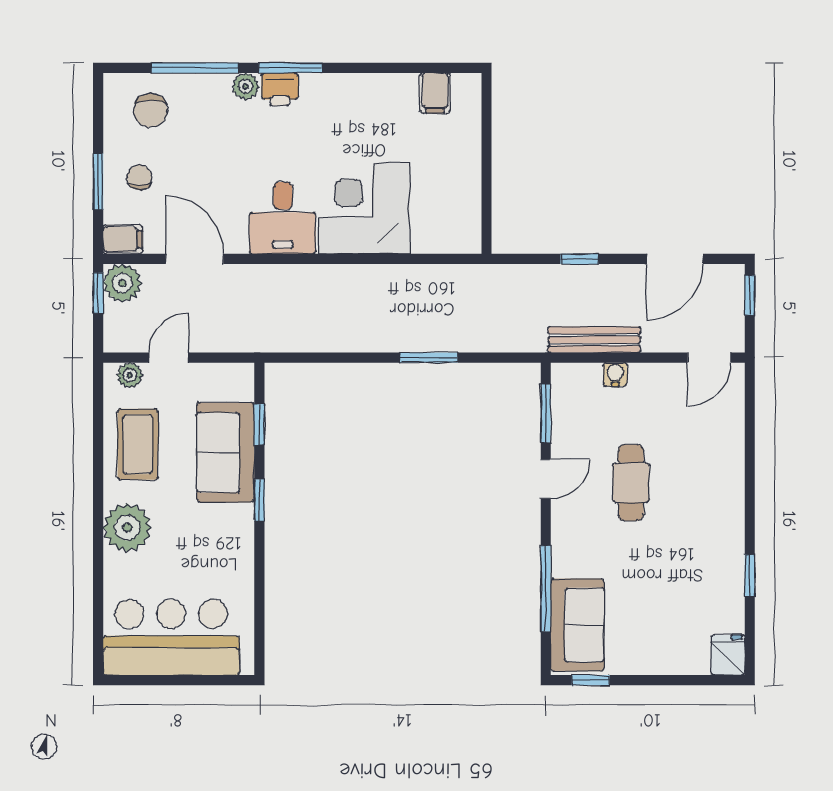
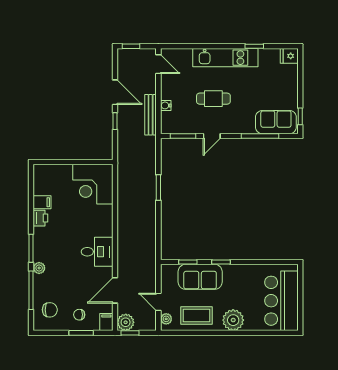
printer: (280, 89) -> (40, 218), moved
filing cabinet: (435, 93) -> (42, 202), moved
corner desk: (364, 208) -> (93, 184), moved
door: (675, 259) -> (115, 92), moved
door: (546, 479) -> (212, 136), swing flipped
kitchen unit: (724, 510) -> (225, 58), added

